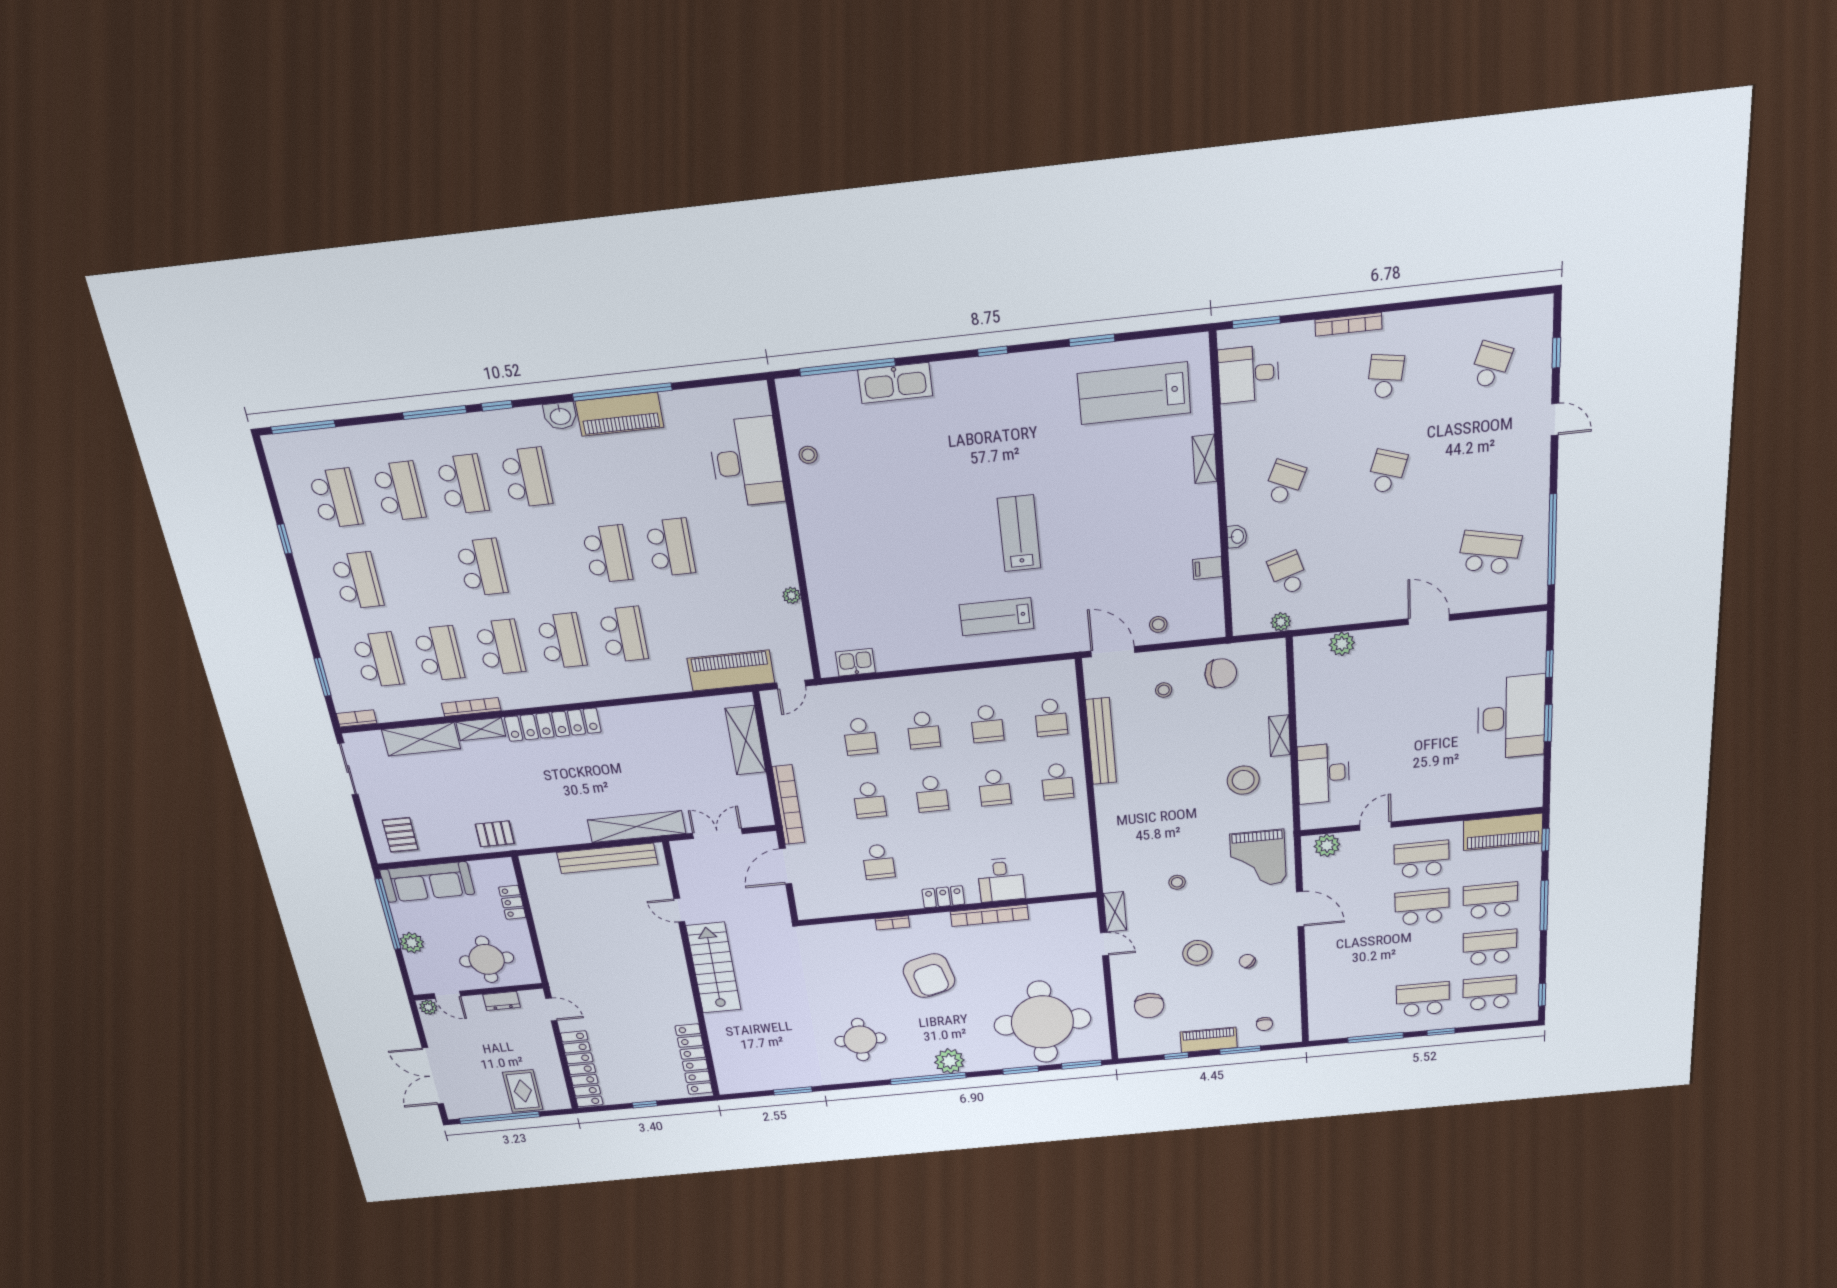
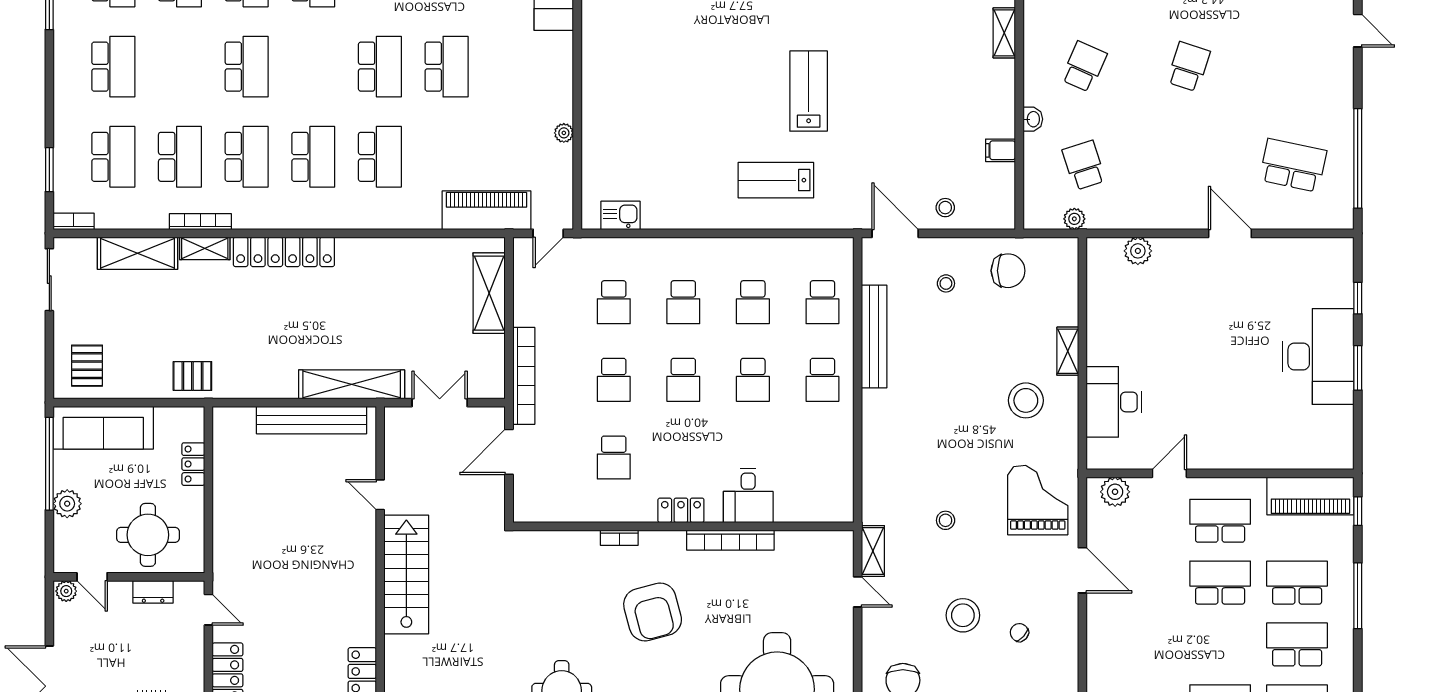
grand piano: (1258, 859) -> (1038, 500), turned 180

